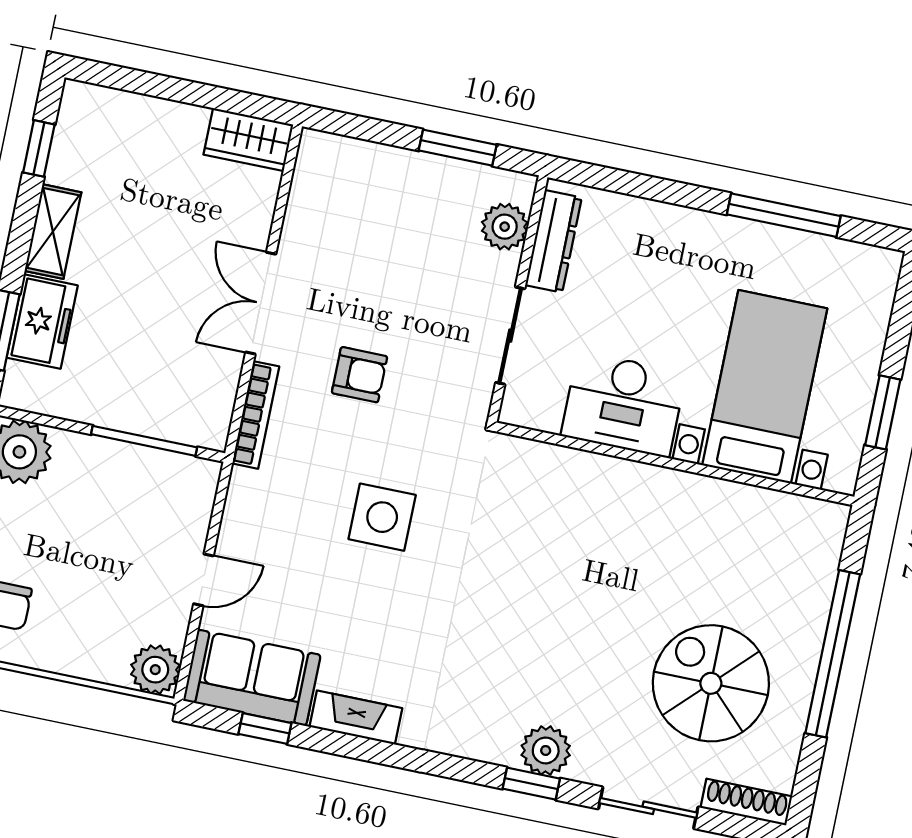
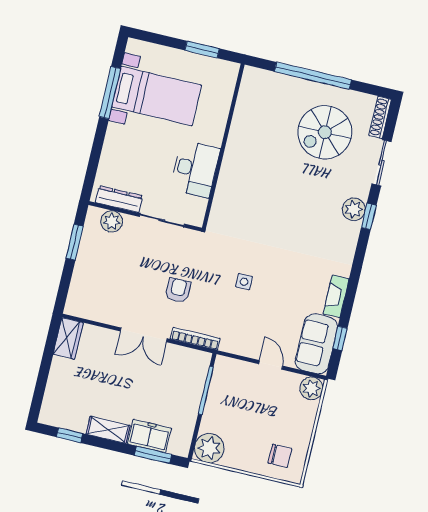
bed with nightstands: (765, 387) -> (157, 96), moved, turned 180
side table: (382, 517) -> (244, 282), width x0.54, depth x0.54

